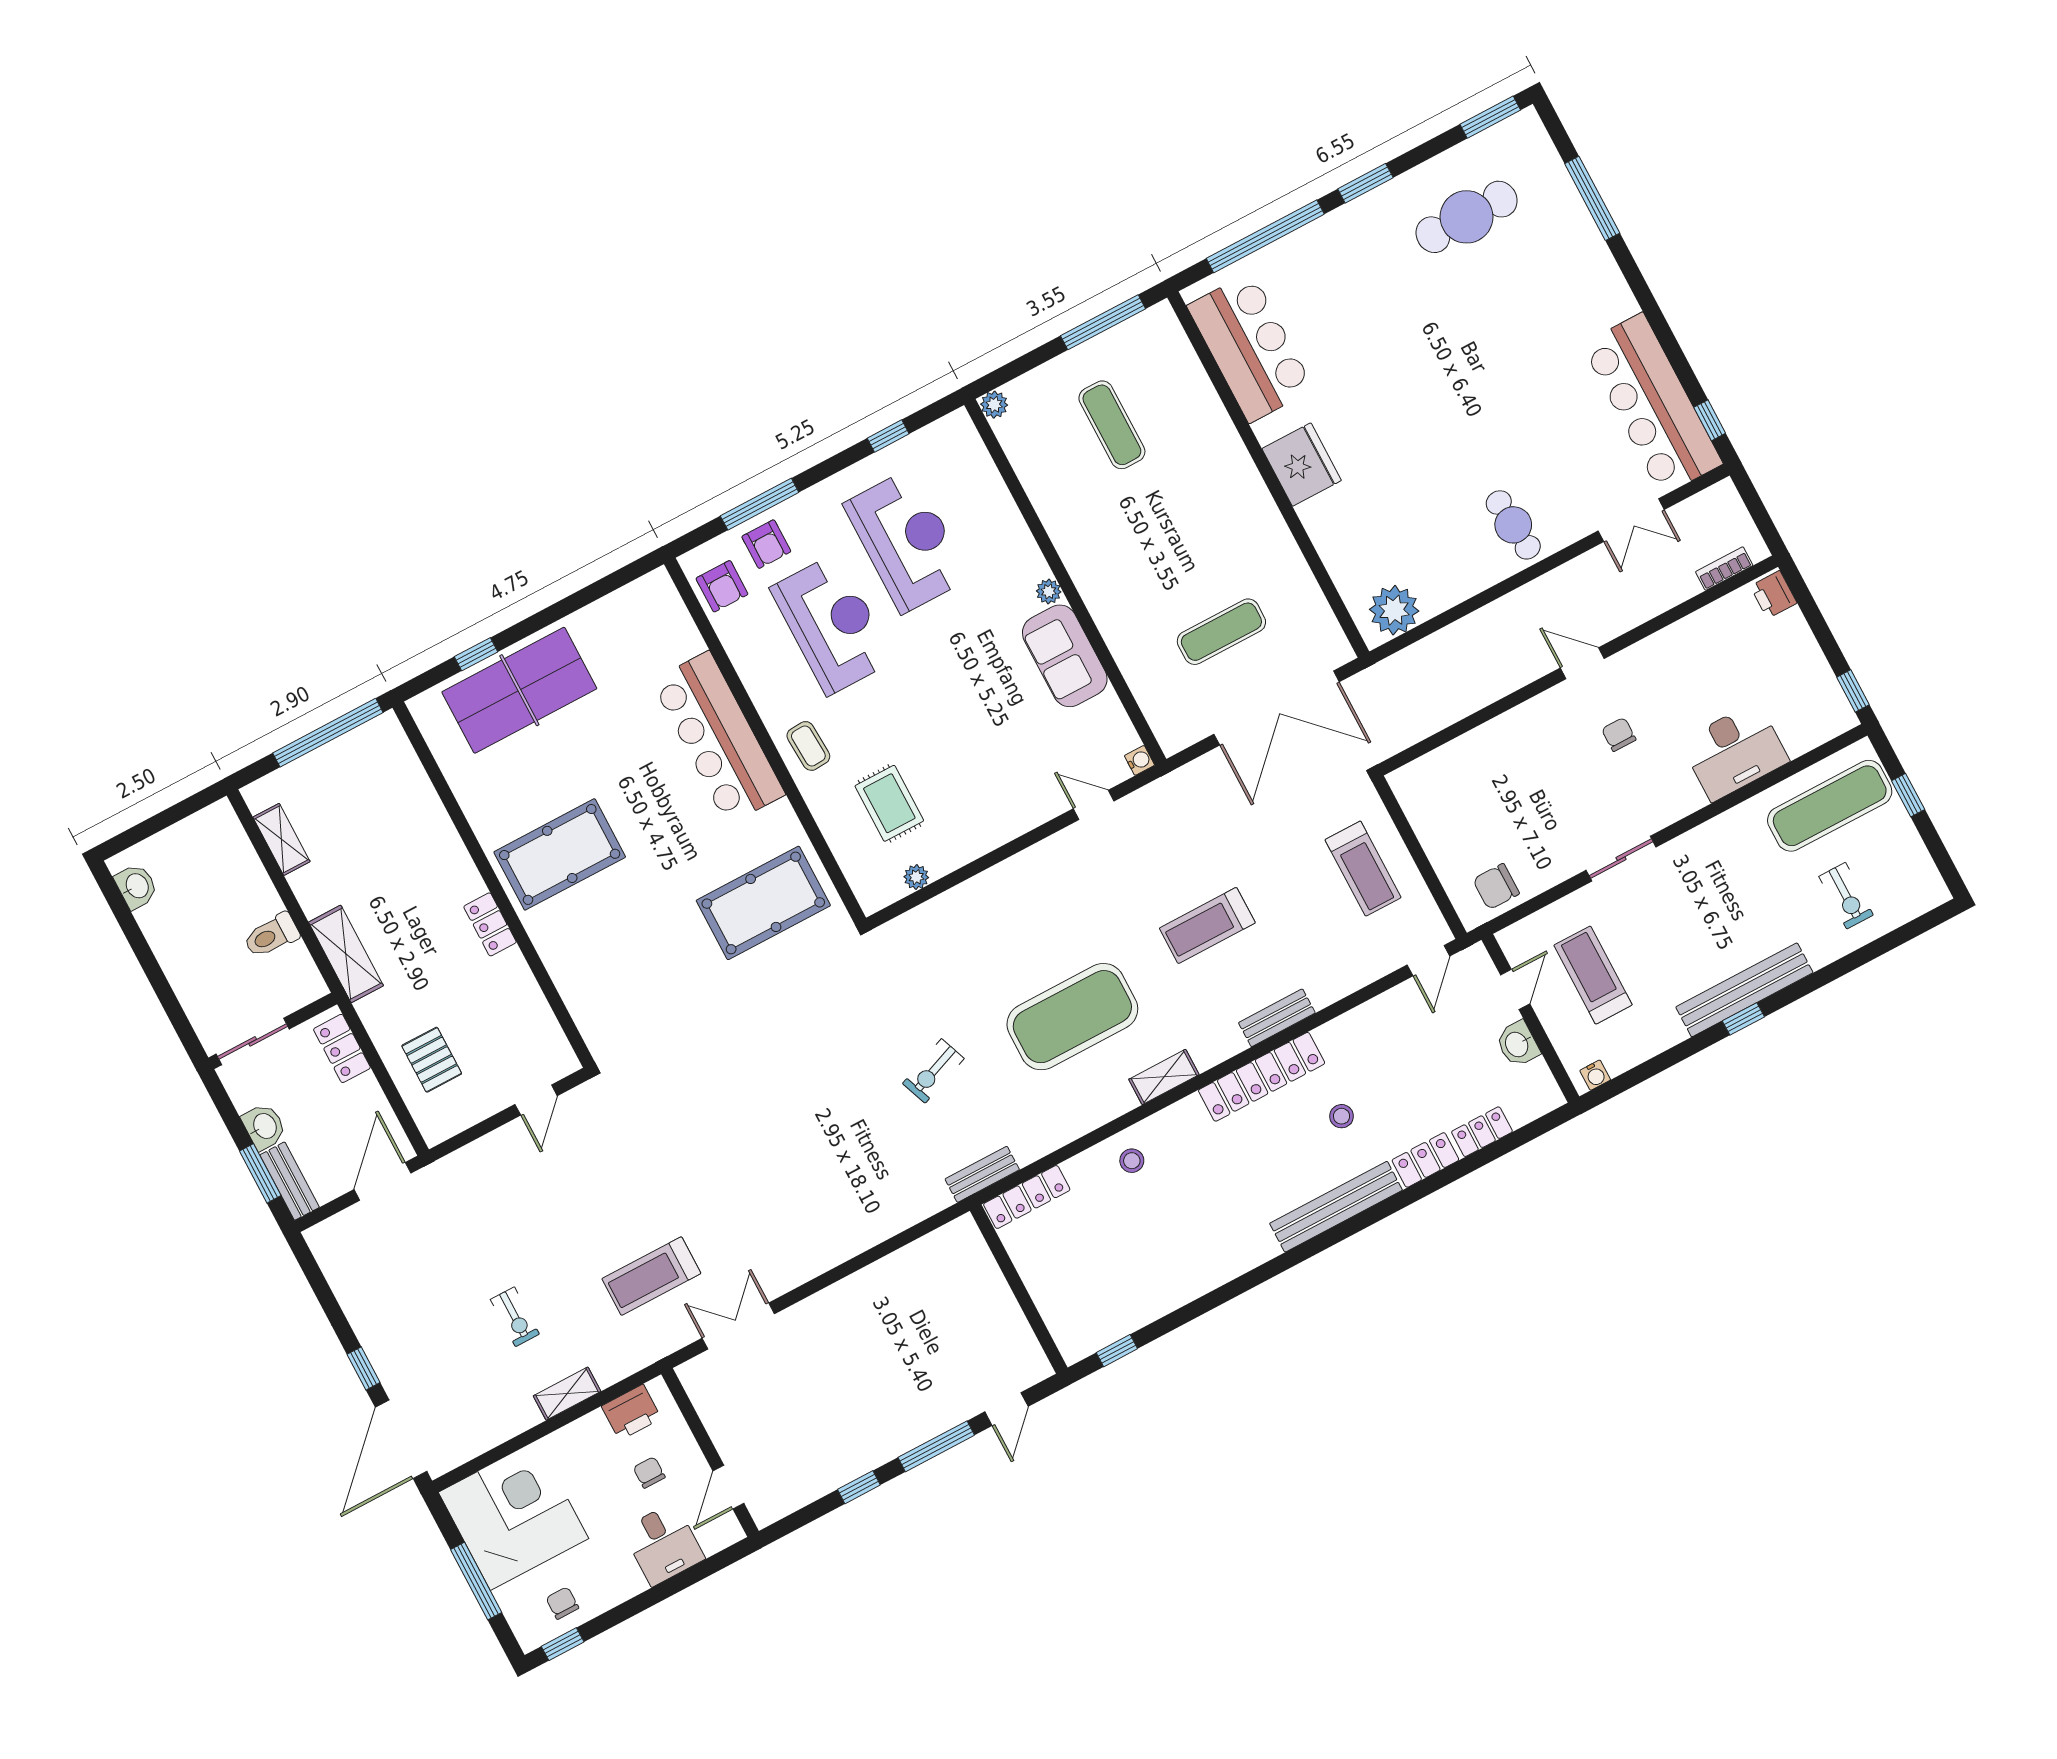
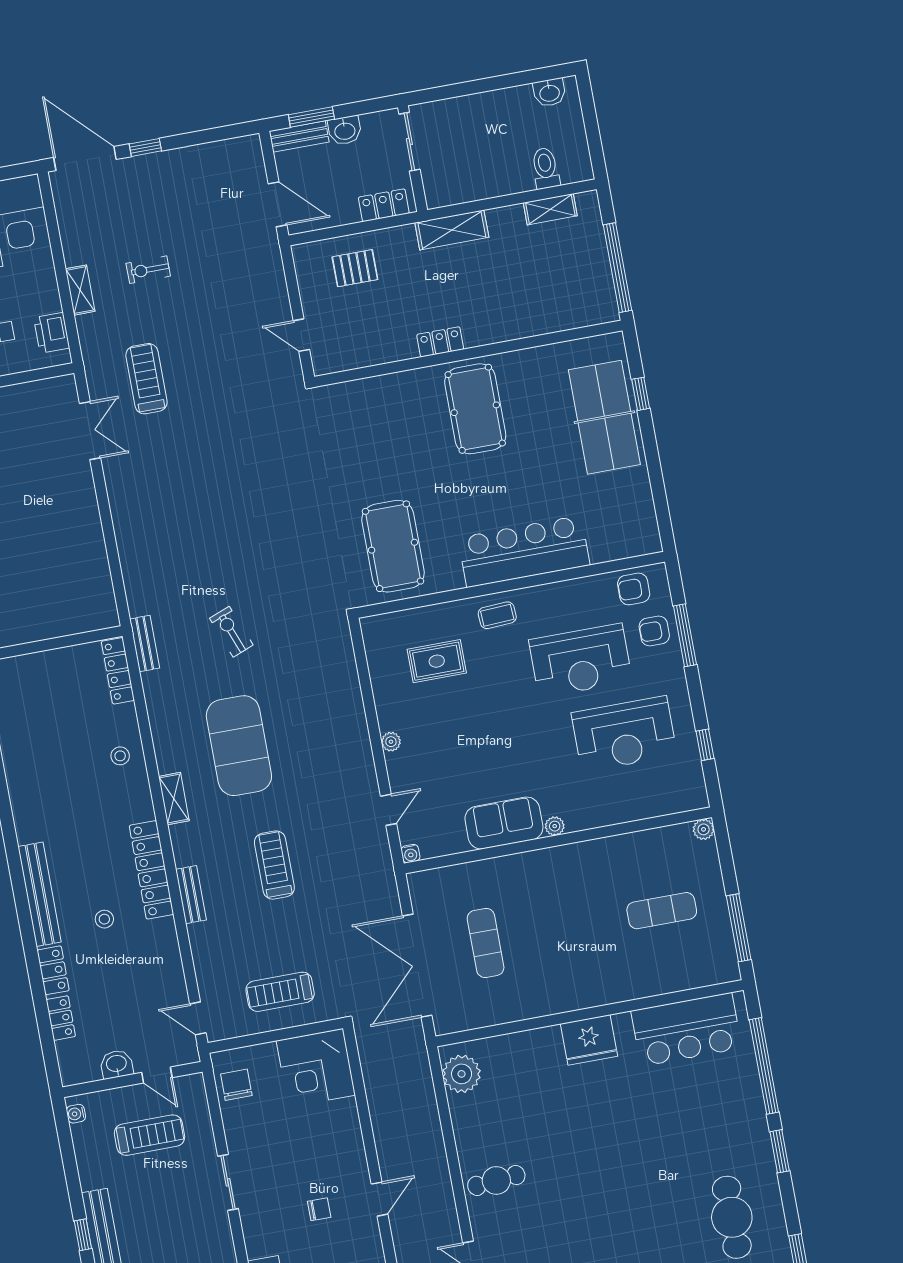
corner desk: (1444, 794) -> (316, 1068), added
plant: (916, 877) -> (391, 742), moved
toilet: (271, 936) -> (545, 168), moved

